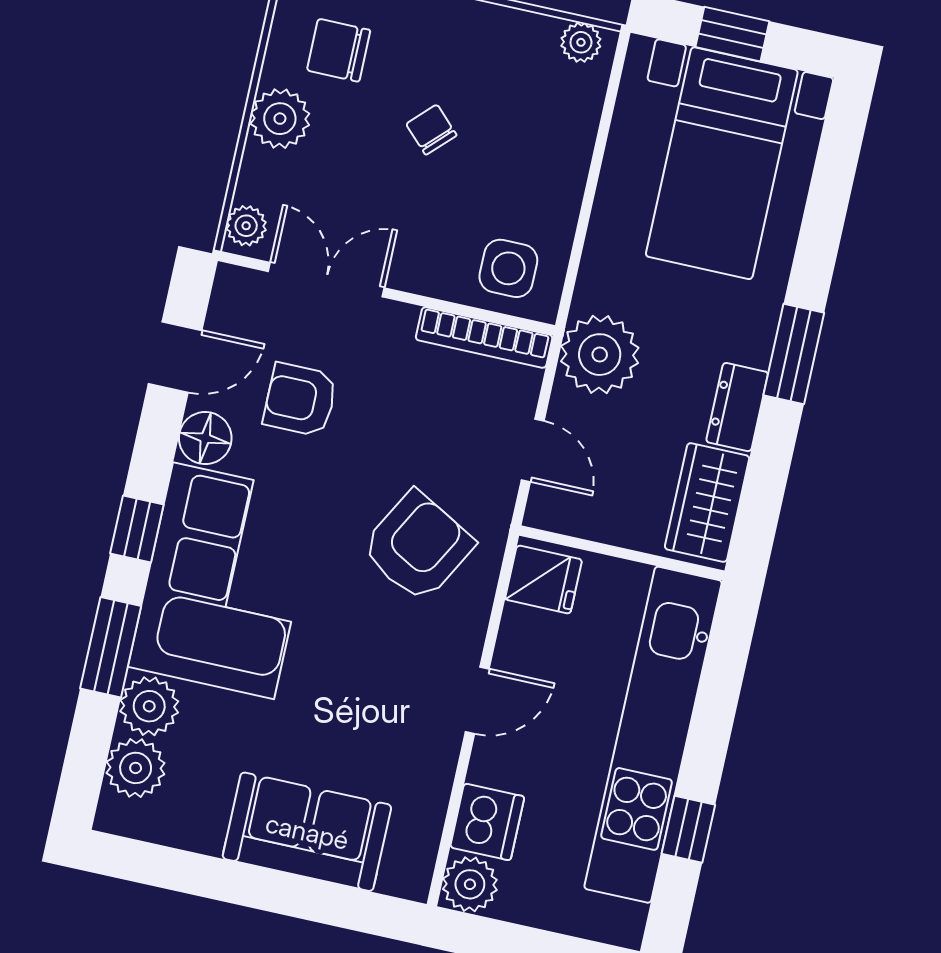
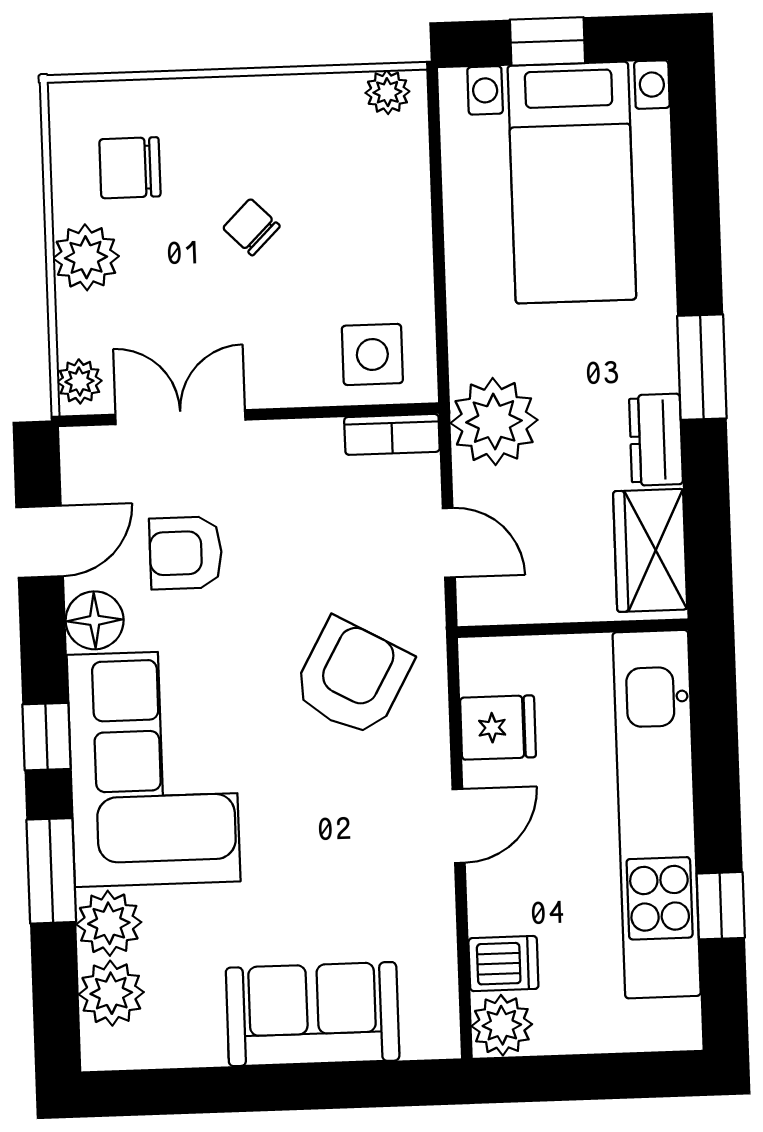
bookcase: (484, 338) -> (392, 434), width x0.64
fridge: (544, 580) -> (498, 728), moved
dishwasher: (487, 822) -> (503, 964), width x0.73

